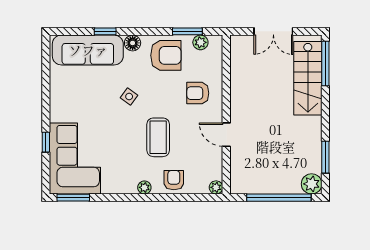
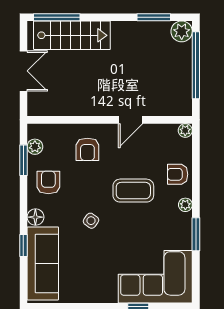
armchair: (166, 55) -> (48, 182), width x0.72, depth x0.72
window: (73, 198) -> (196, 234), moved

